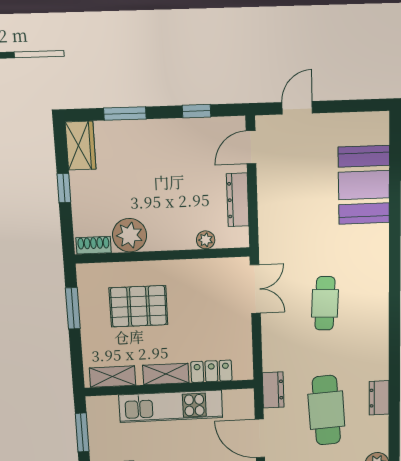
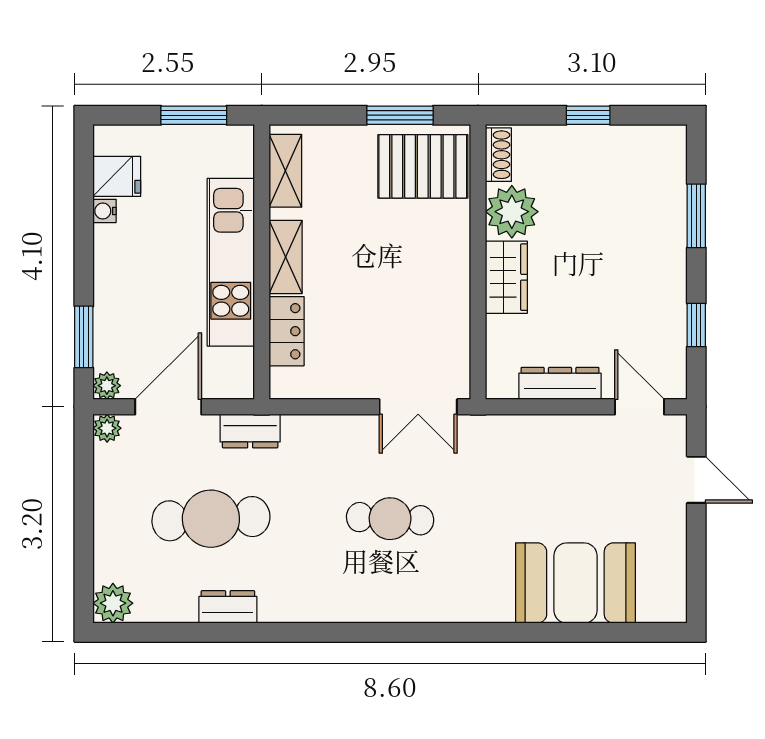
wardrobe: (81, 146) -> (506, 277), moved, turned -90
plant: (206, 240) -> (500, 331), removed
pallet: (139, 306) -> (423, 166), moved, turned 90

